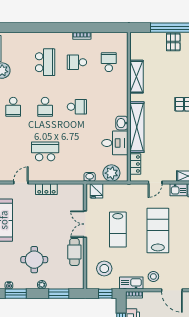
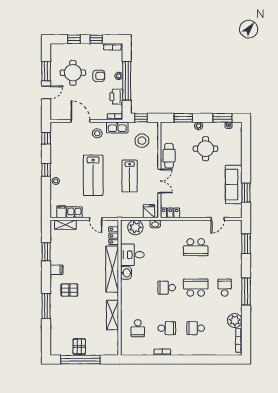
school desk: (45, 62) -> (196, 328), width x0.54
school desk: (45, 107) -> (196, 288), width x1.85
door: (155, 183) -> (96, 219), swing flipped
locker: (46, 189) -> (170, 213), moved
lab bench: (118, 230) -> (130, 176), turned 180

